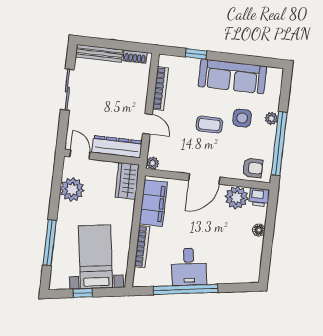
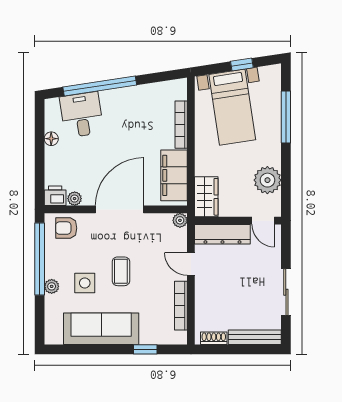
coffee table: (209, 125) -> (121, 271), turned 90
door: (204, 179) -> (120, 209), width x1.36
plant: (237, 198) -> (75, 199), width x0.53, depth x0.53
floor lamp: (259, 230) -> (51, 139), moved
desk: (189, 267) -> (82, 115), moved
window: (186, 289) -> (100, 86), moved

